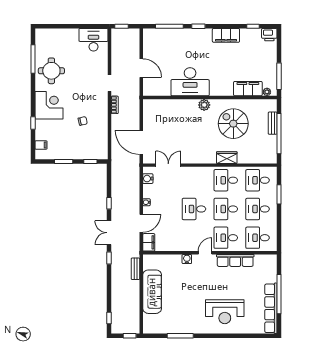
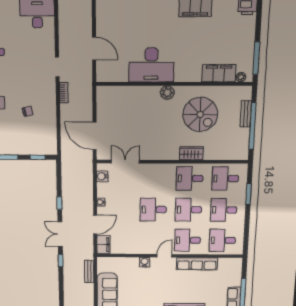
spiral stairs: (233, 124) -> (200, 114), turned 180

